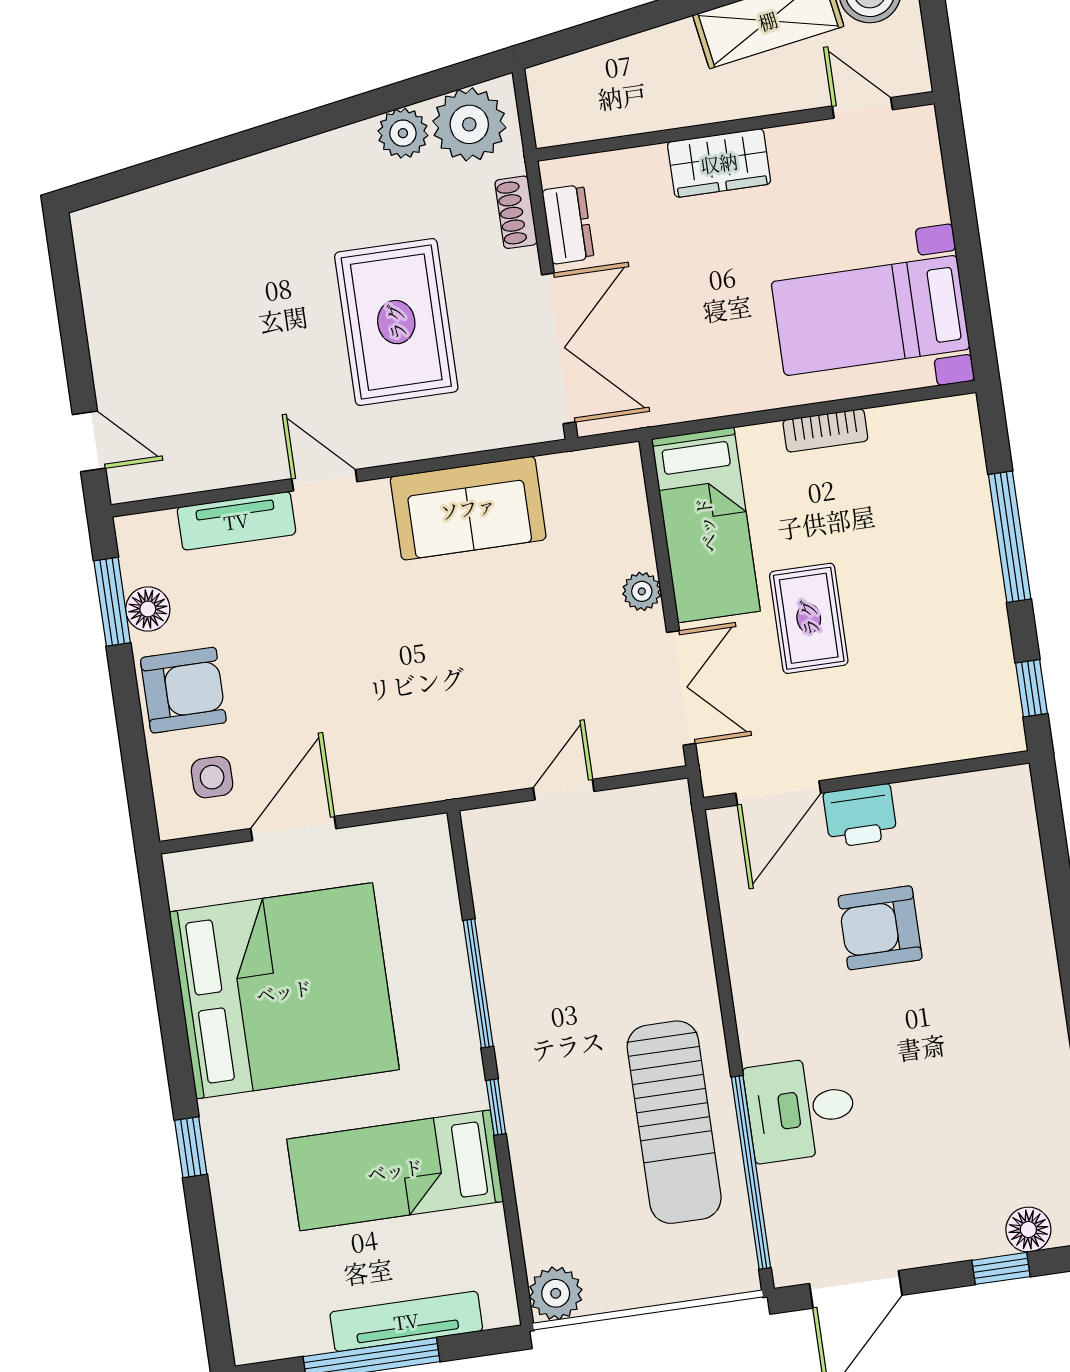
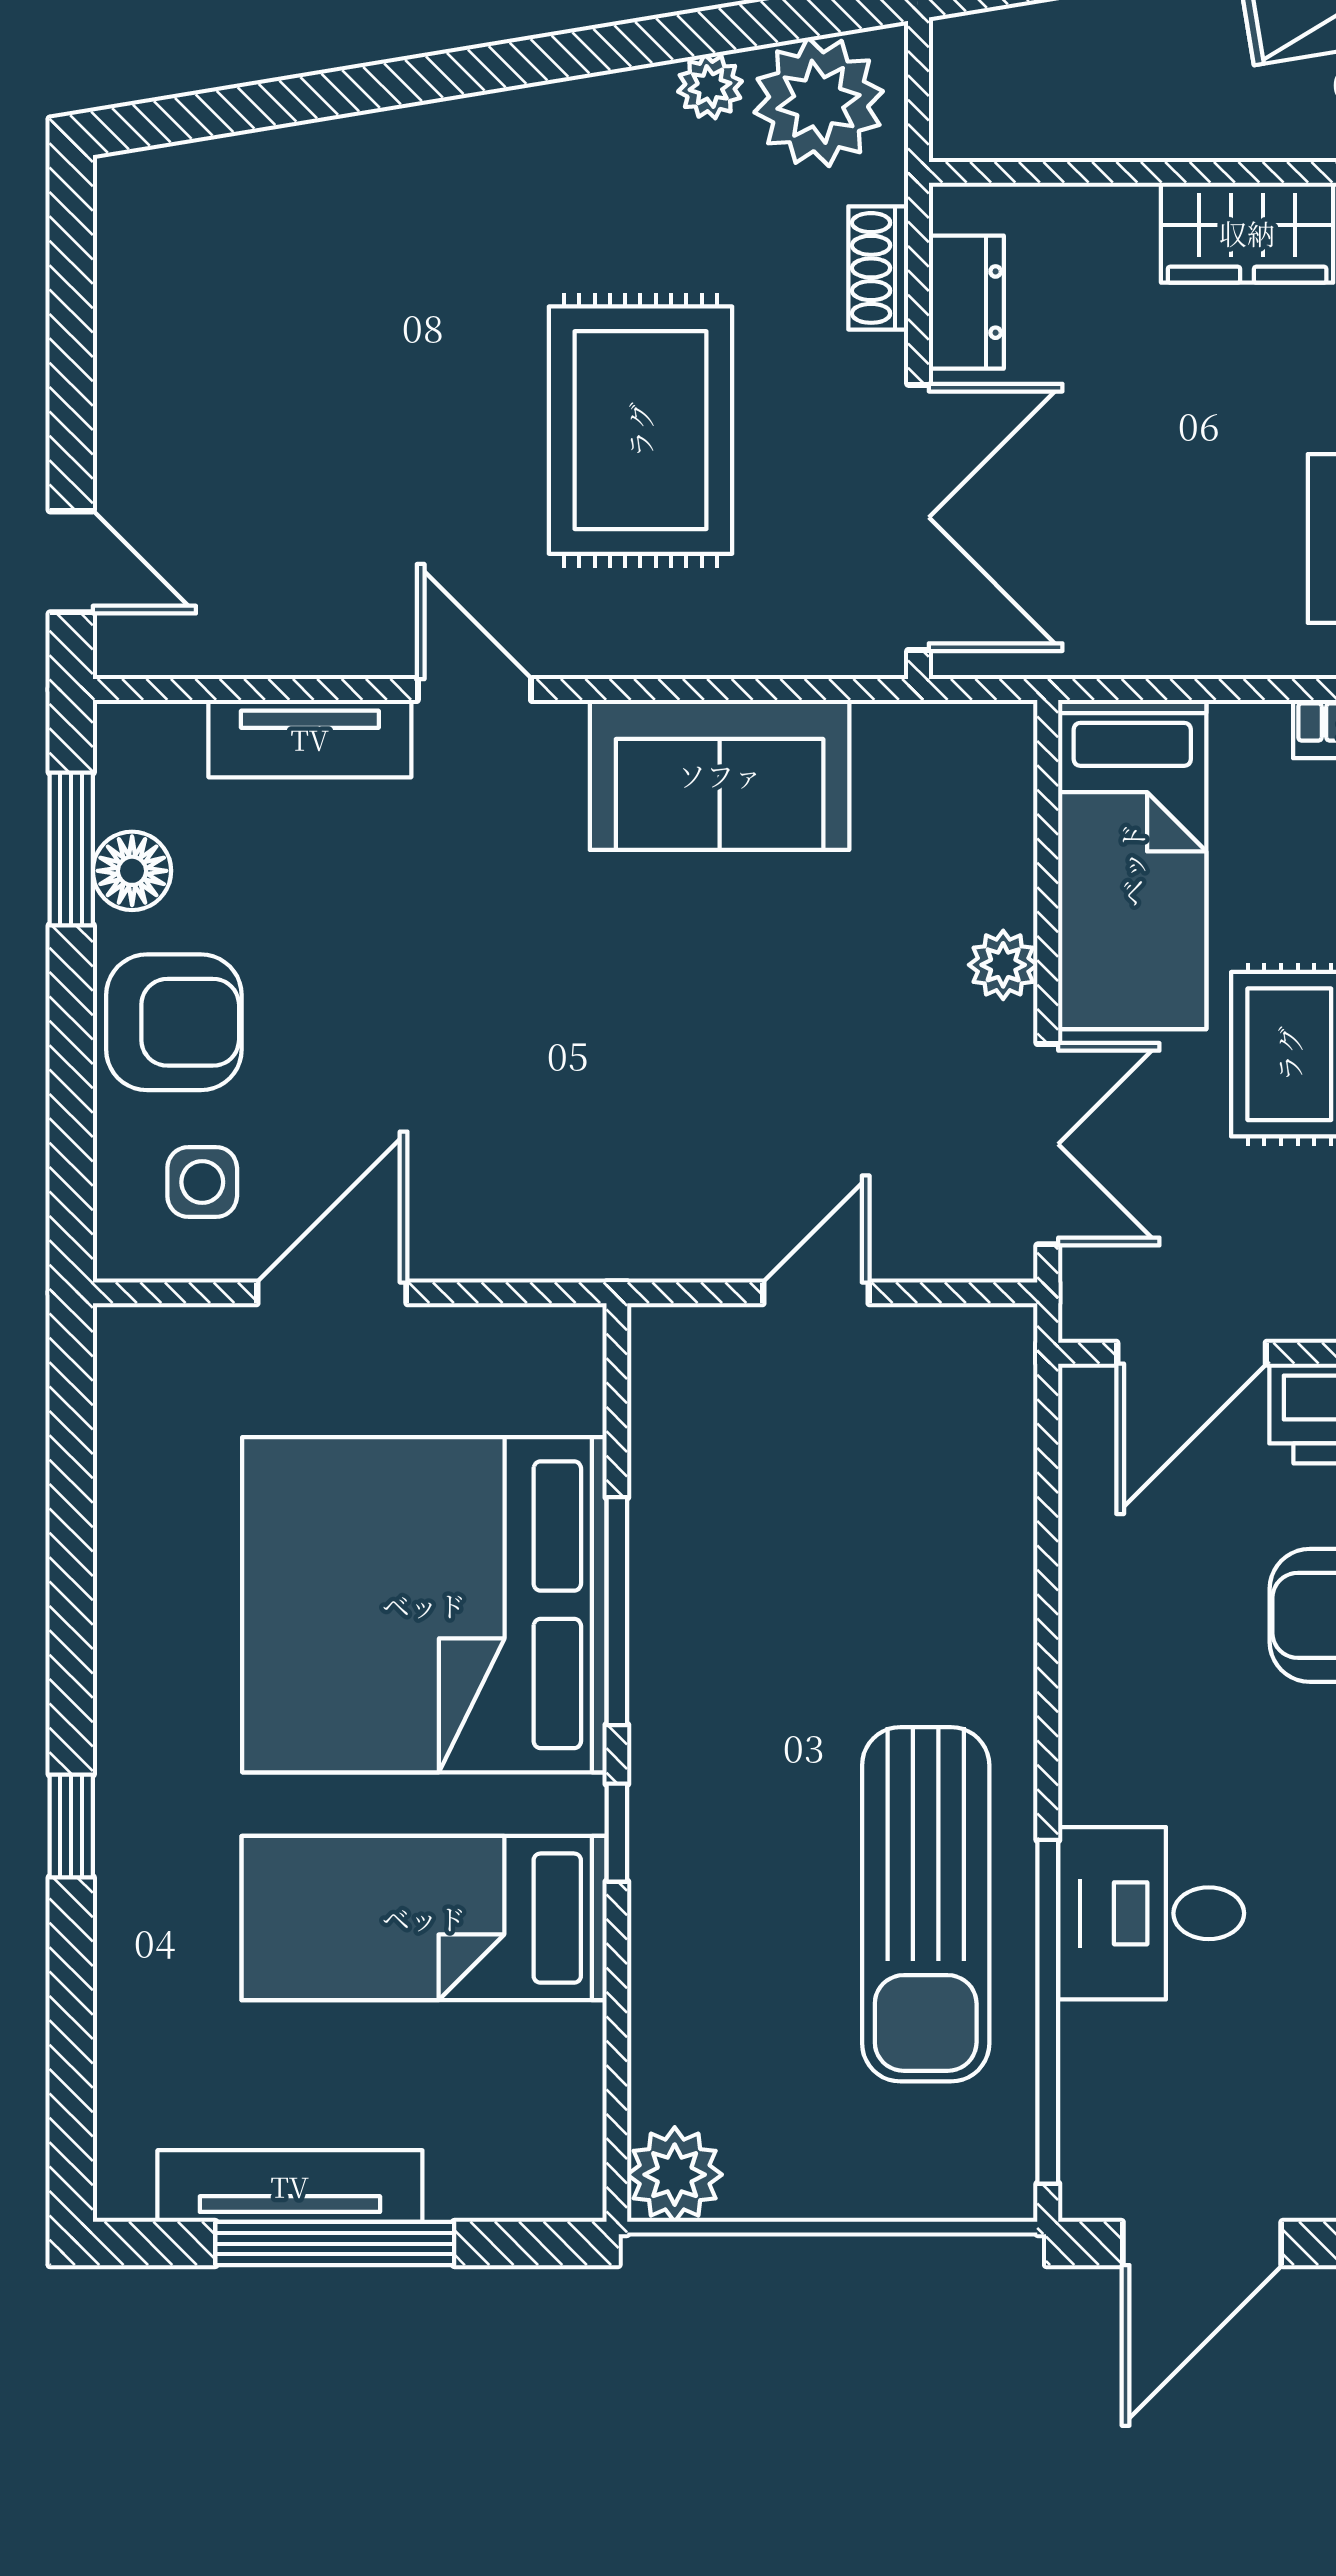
plant: (403, 133) -> (710, 86), width x0.73, depth x0.73
bed: (284, 991) -> (424, 1605), moved, turned 180
tv unit: (406, 1321) -> (290, 2186), moved

